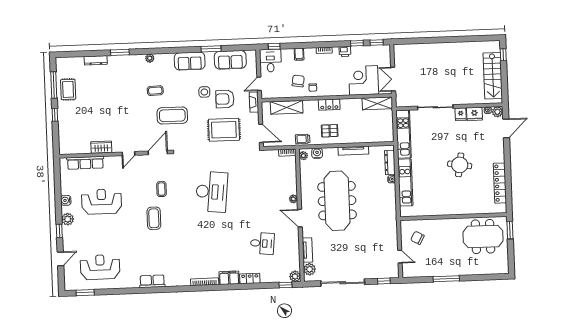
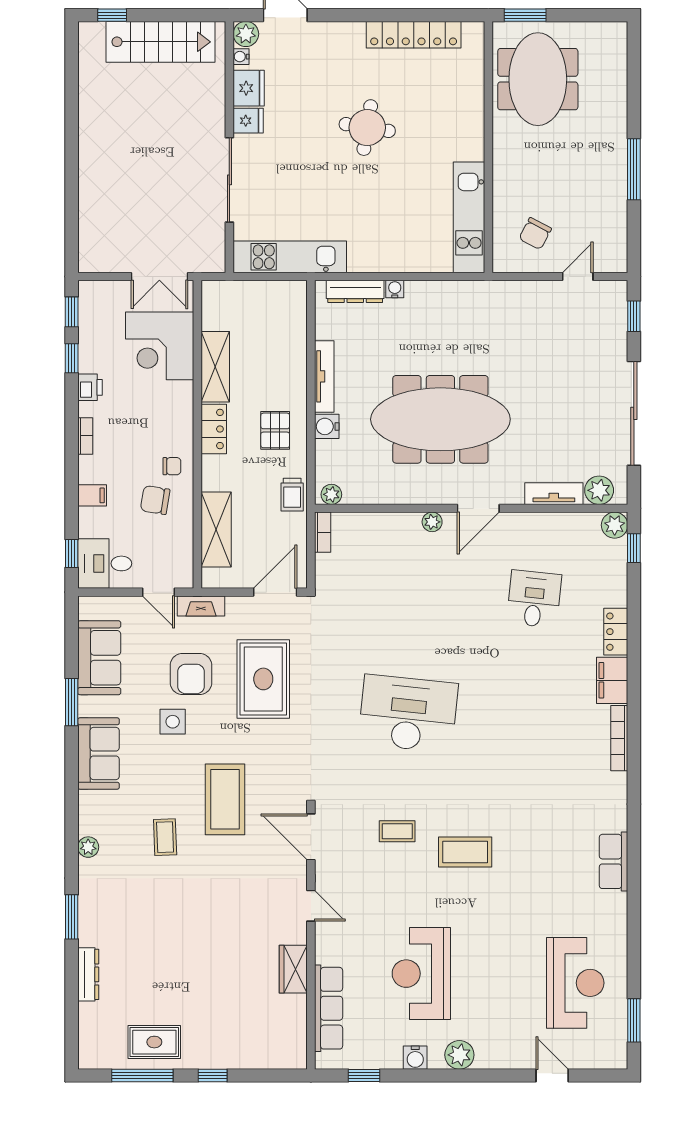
shelving: (377, 103) -> (215, 367), moved
water cooler: (317, 153) -> (327, 426), moved
kitchen unit: (405, 182) -> (469, 217), moved, turned -90
window: (59, 231) -> (364, 1075), moved
reception desk: (100, 267) -> (575, 983), turned 180

